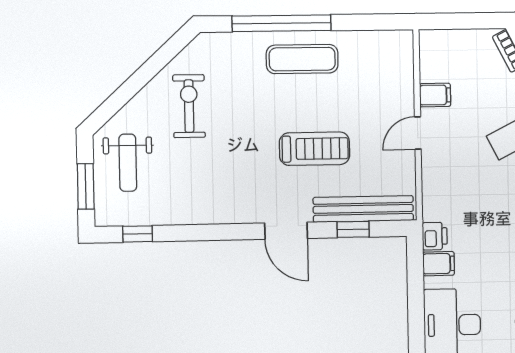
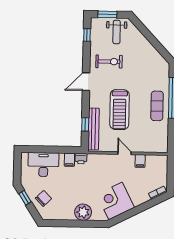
exercise bike: (189, 106) -> (109, 62), moved
treadmill: (314, 149) -> (120, 110), width x1.37, depth x1.38
weight bench: (128, 163) -> (117, 32), turned -90
door: (286, 231) -> (86, 82), moved

